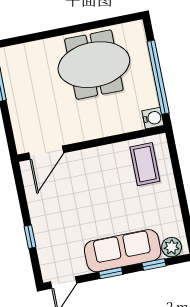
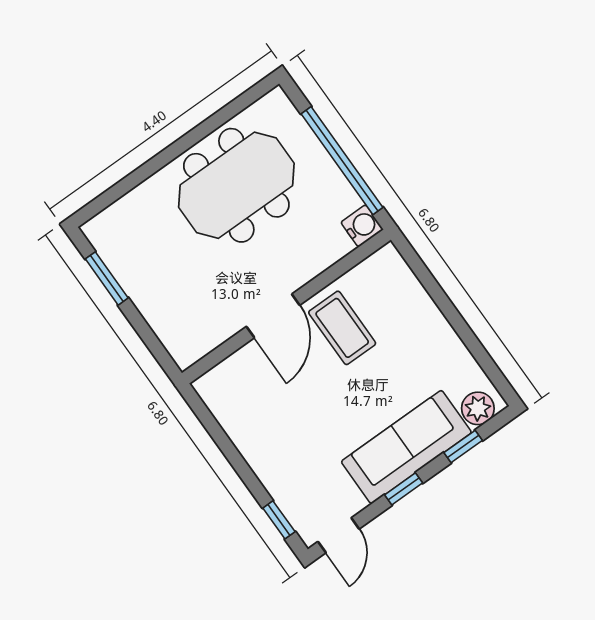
door: (46, 153) -> (273, 316), moved
coffee table: (145, 164) -> (342, 328), moved
window: (30, 237) -> (279, 520), moved

